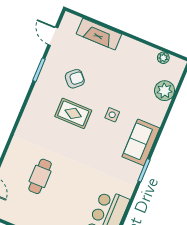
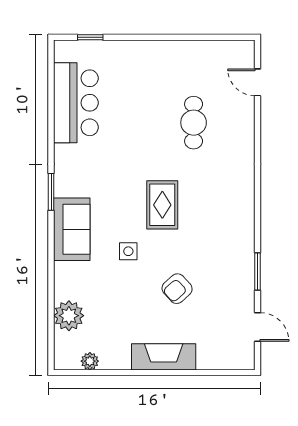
fireplace: (99, 34) -> (164, 357), moved
armchair: (75, 79) -> (177, 289), moved
rug: (73, 113) -> (162, 205), moved, turned 90

